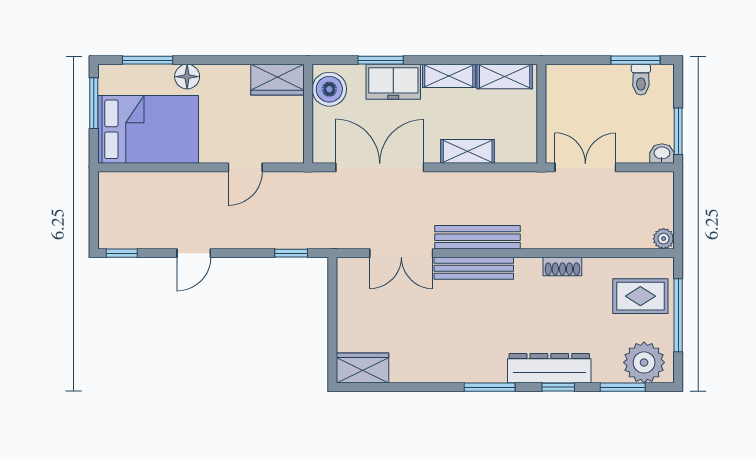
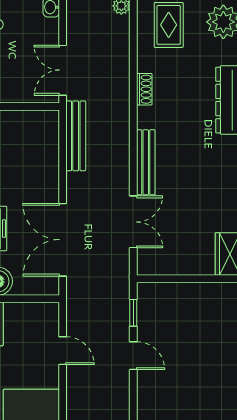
shelving: (468, 151) -> (49, 167), removed
bench: (477, 237) -> (76, 136), moved
door: (194, 253) -> (133, 356), moved

